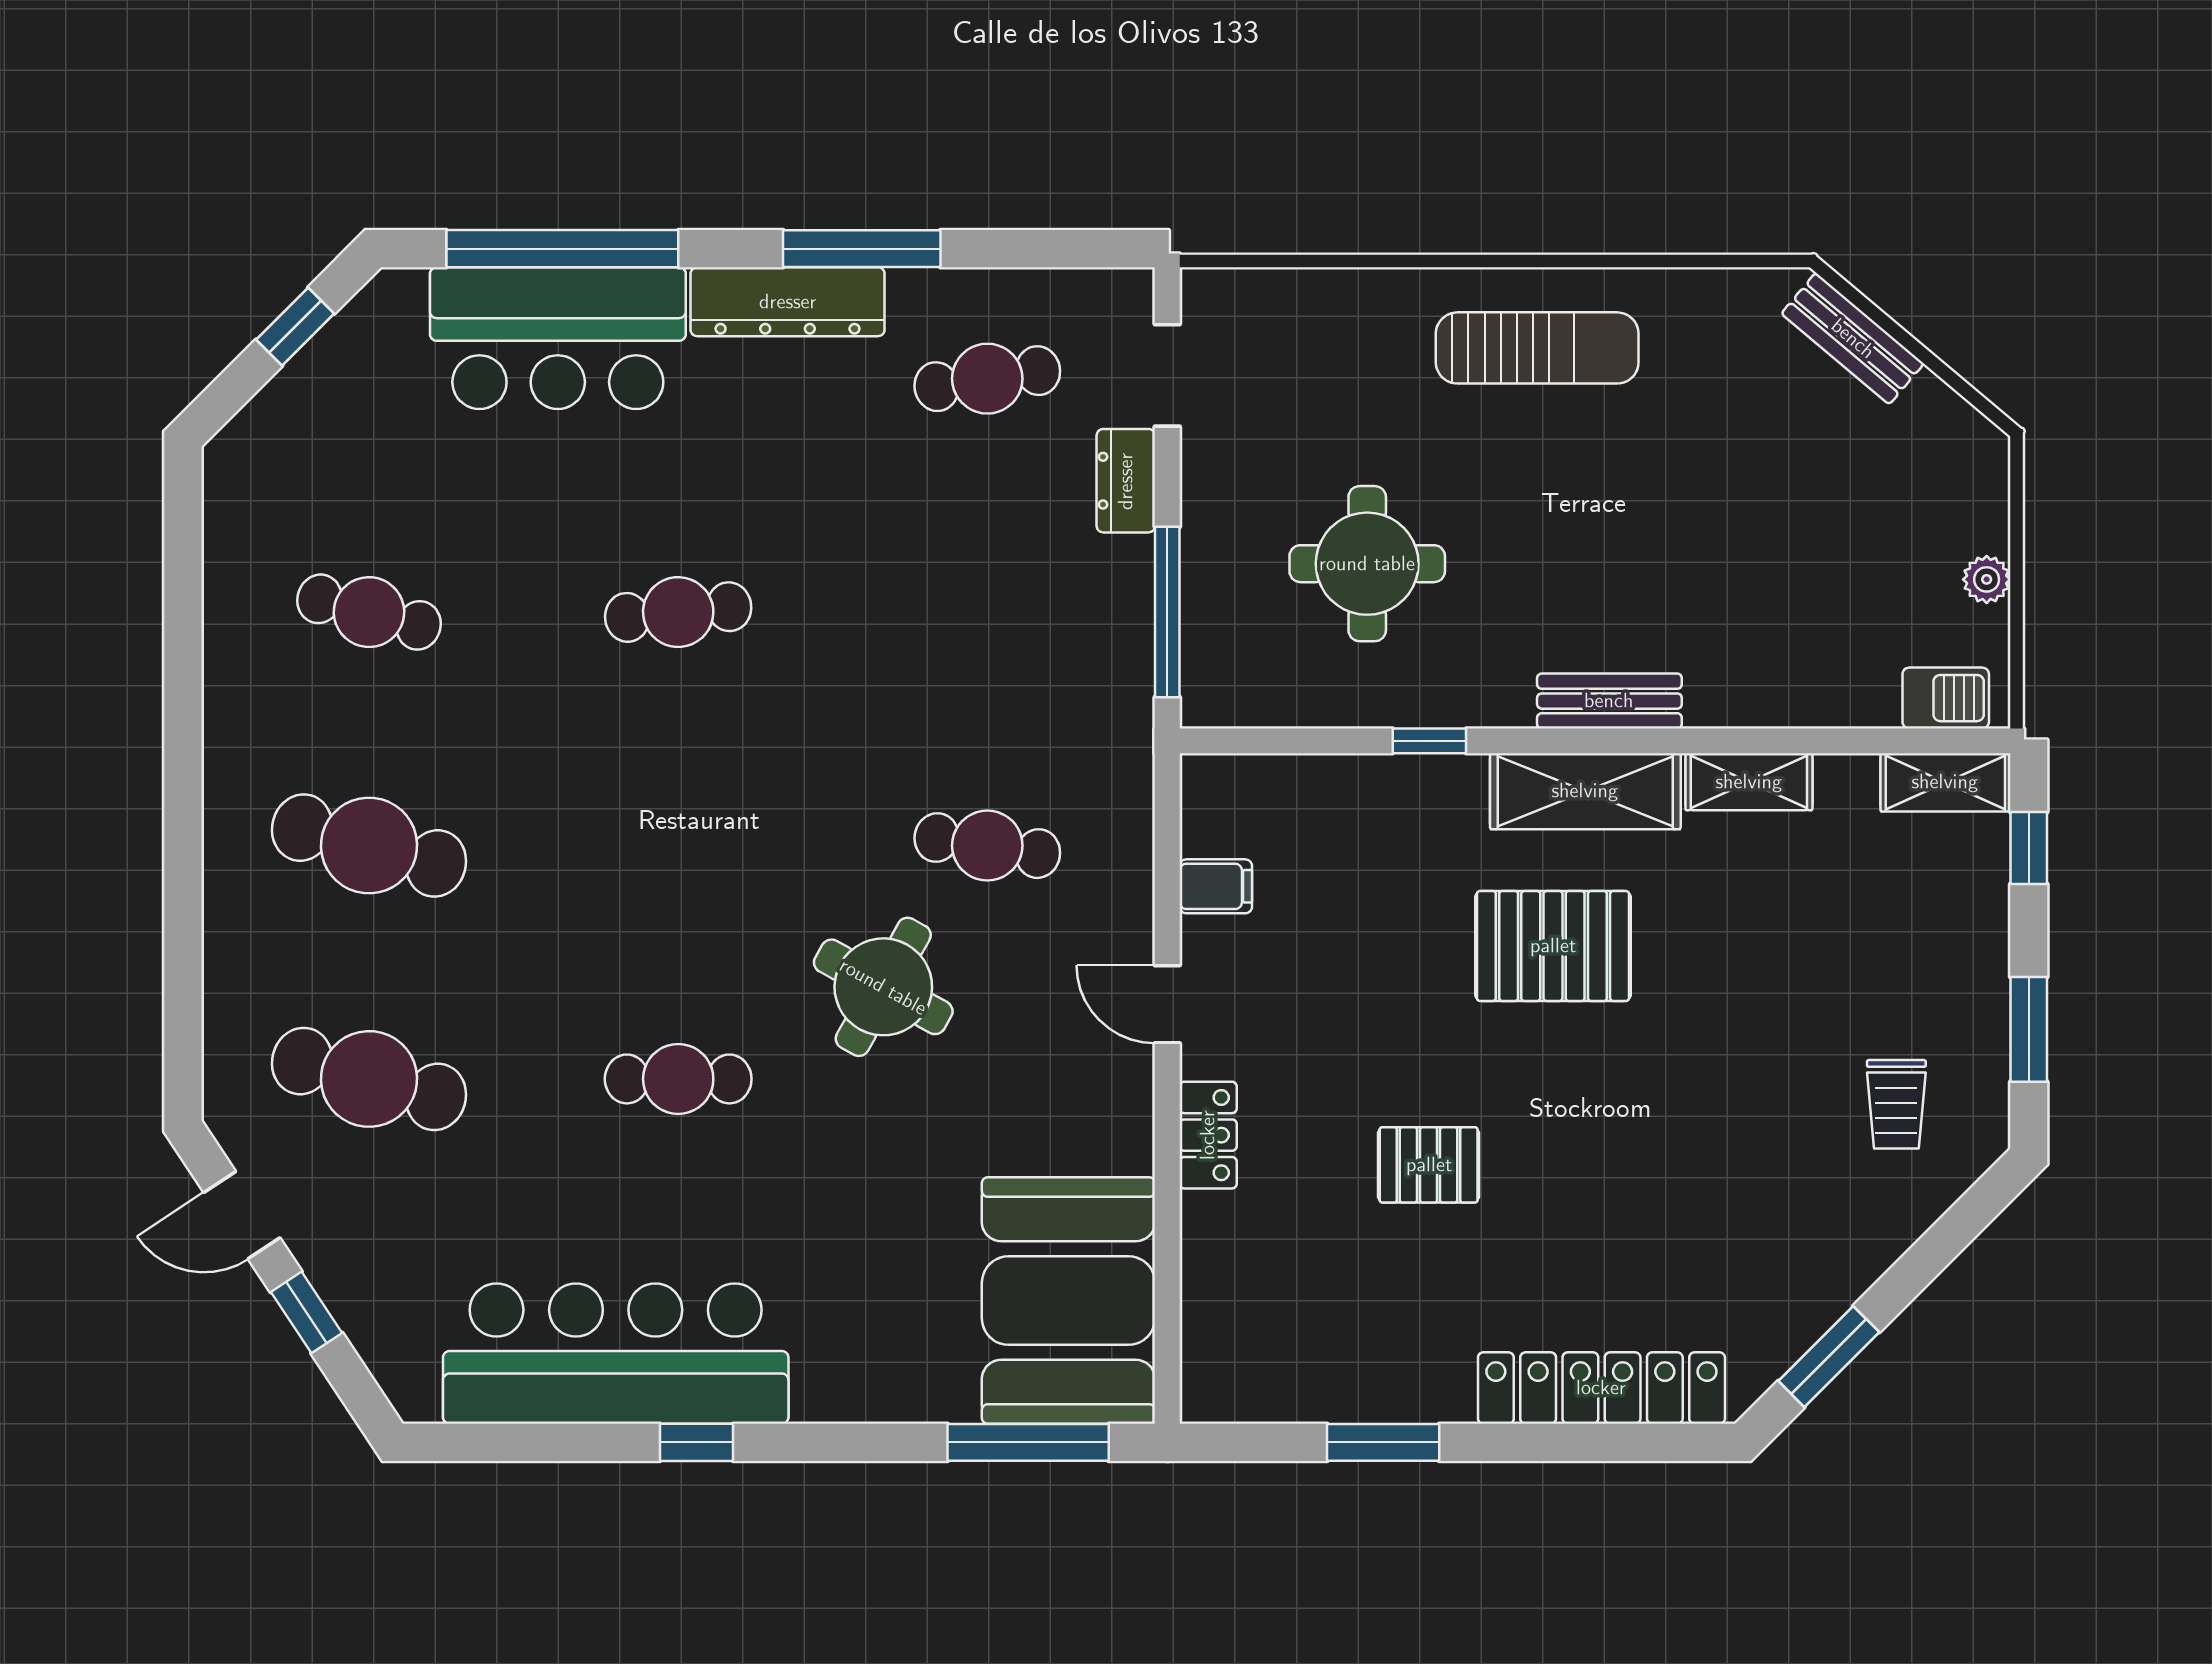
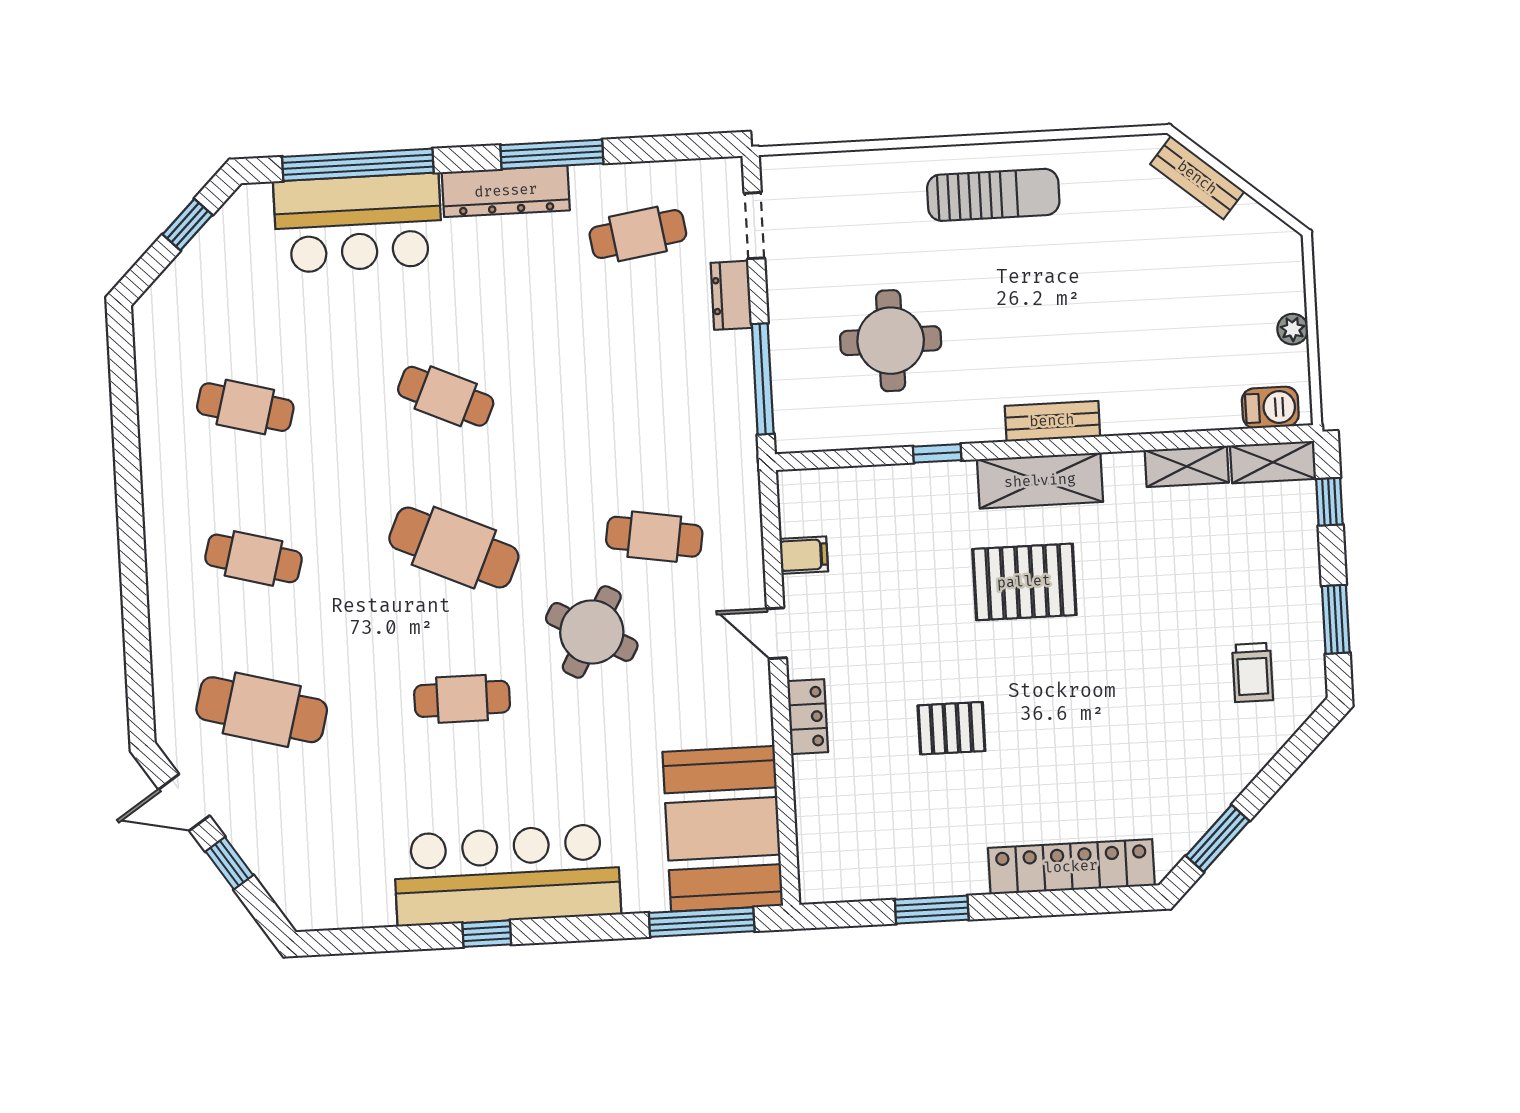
cafe table: (678, 612) -> (446, 396), turned 30
shelving: (1749, 782) -> (1187, 466), moved
cafe table: (369, 846) -> (253, 558), width x0.73, depth x0.74
cafe table: (678, 846) -> (454, 548), added
bar counter: (616, 1354) -> (507, 875), moved

